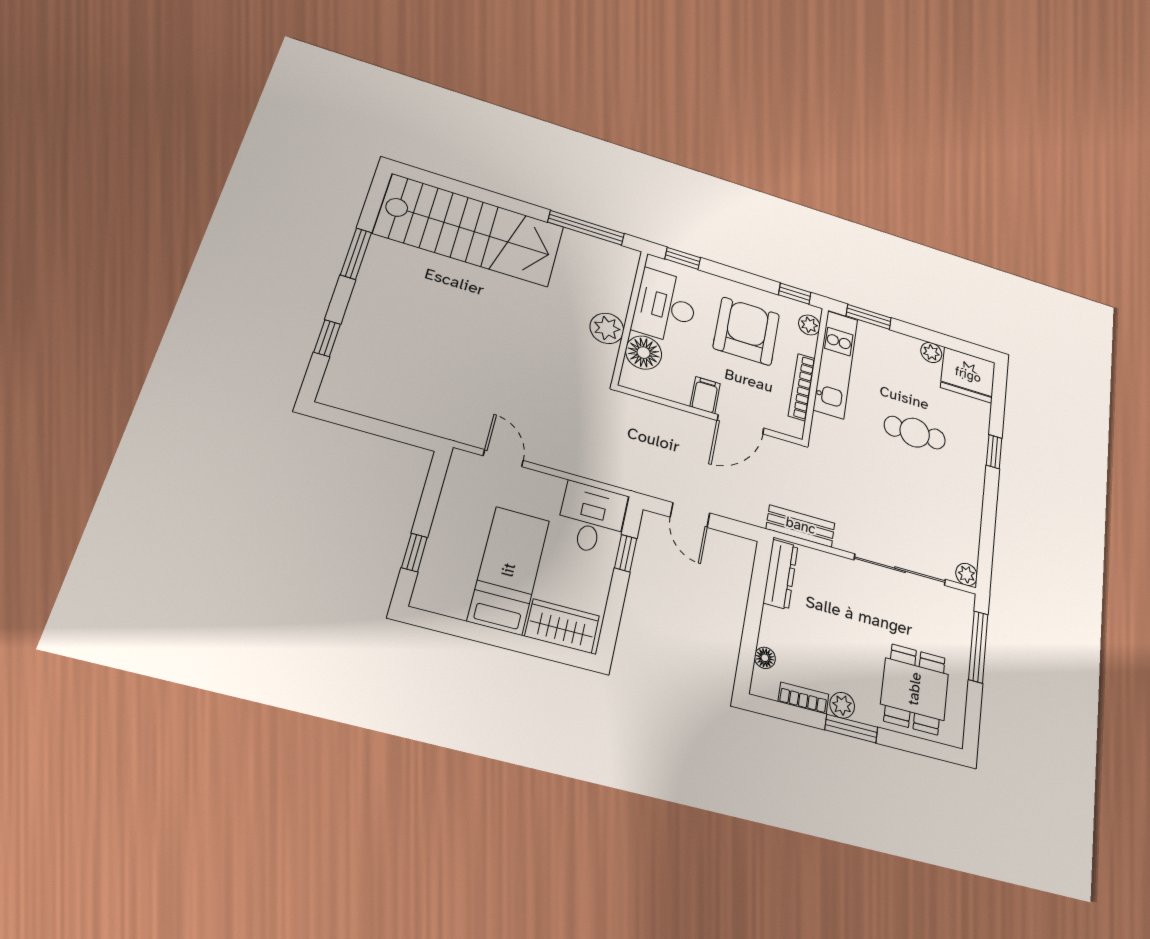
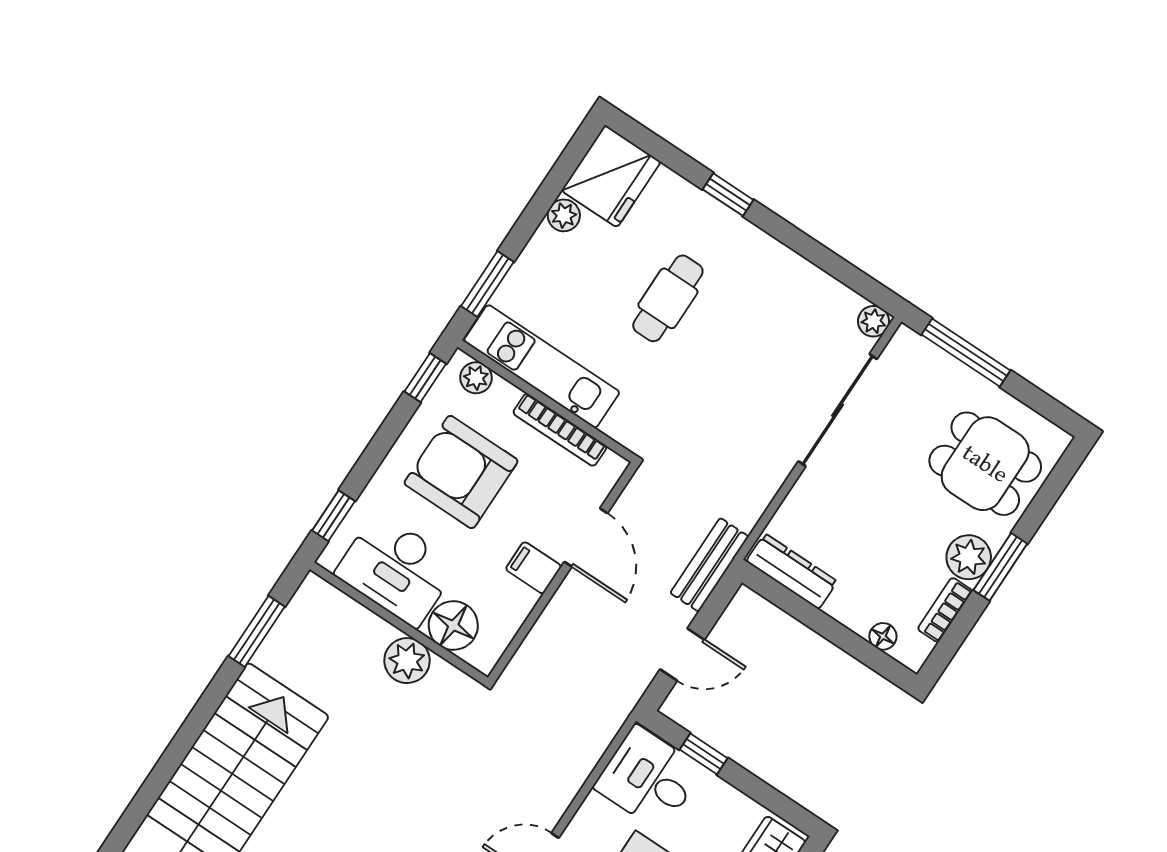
window: (586, 228) -> (257, 631), width x0.69
bench: (801, 526) -> (709, 565), moved
plant: (842, 705) -> (969, 557), width x1.38, depth x1.38

